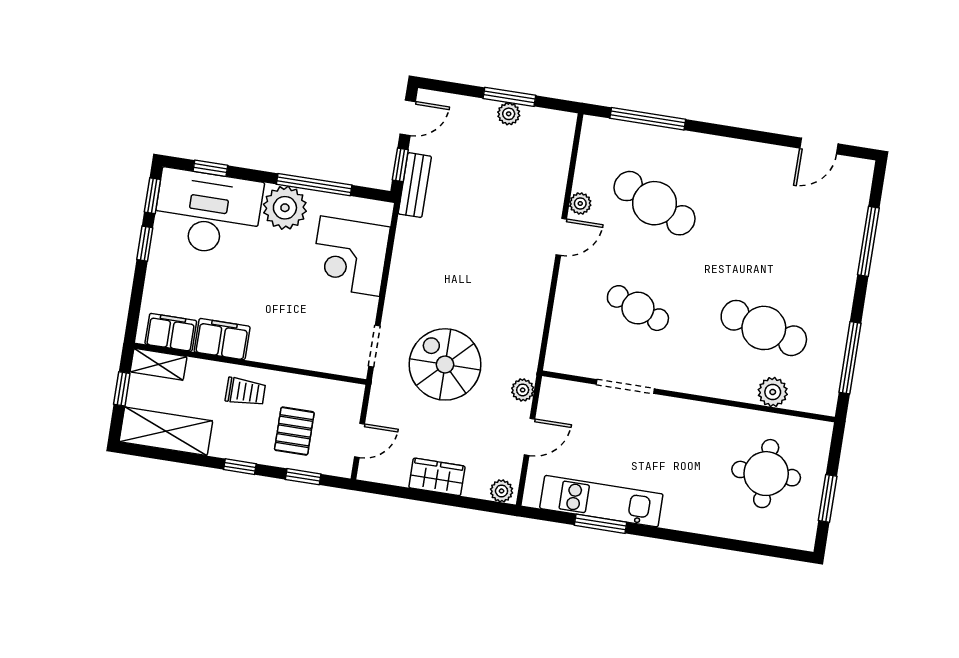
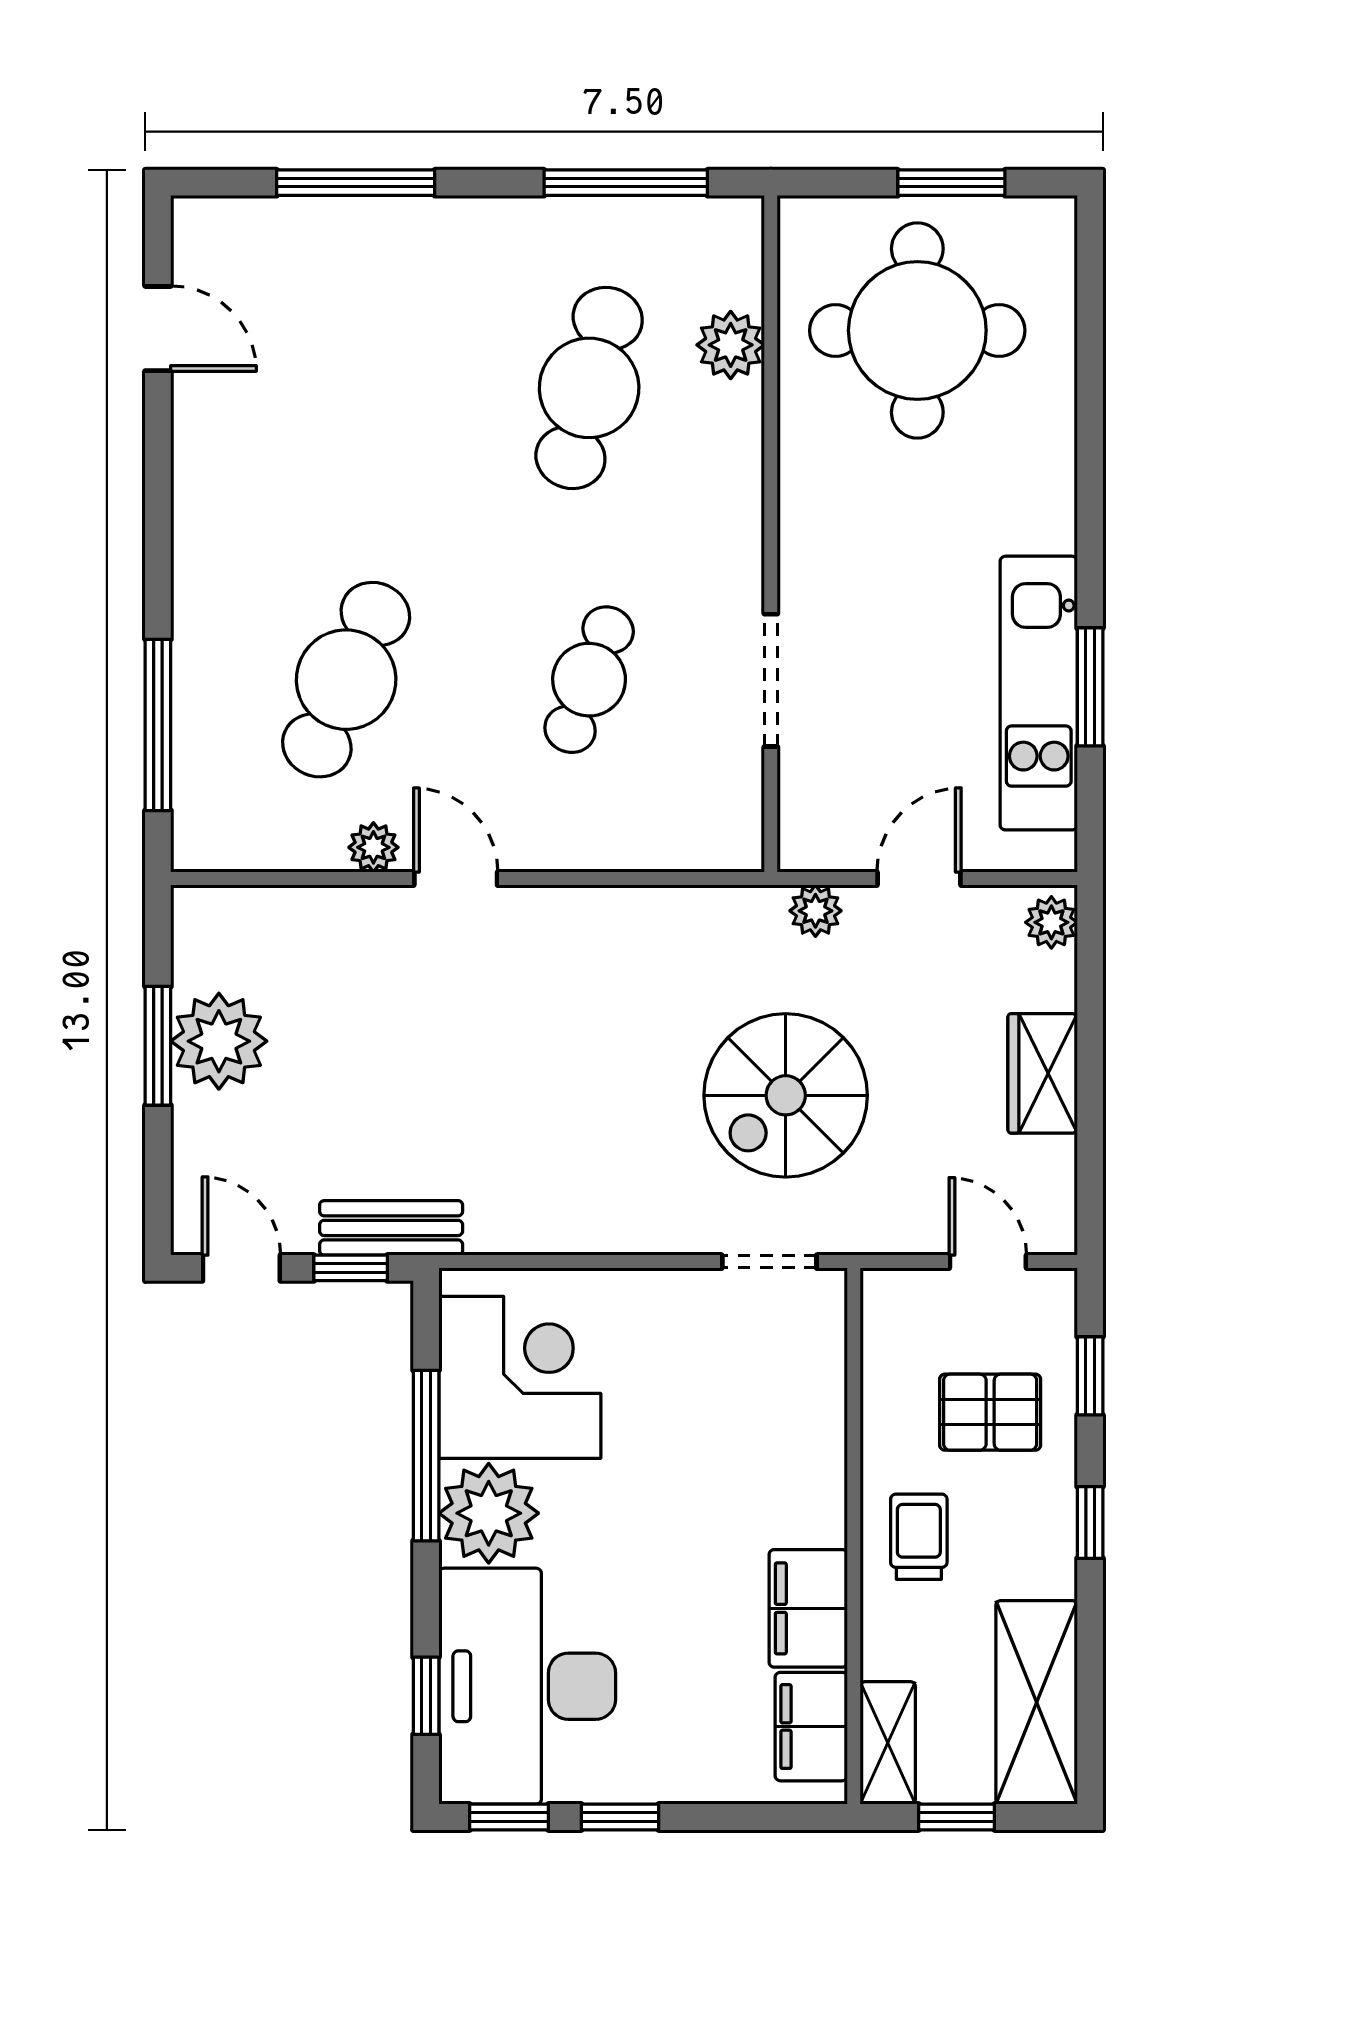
plant: (509, 114) -> (219, 1041), width x1.88, depth x1.88
corner desk: (350, 256) -> (520, 1377), moved, turned -90
door: (529, 437) -> (919, 879), hinge flipped
round table: (766, 474) -> (917, 330), width x1.36, depth x1.36

